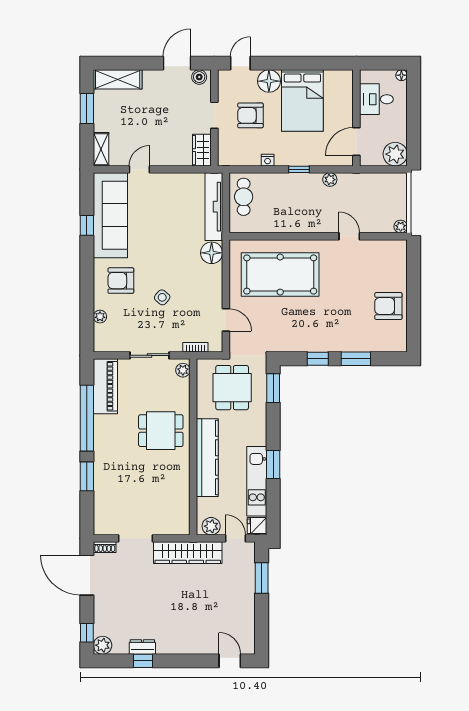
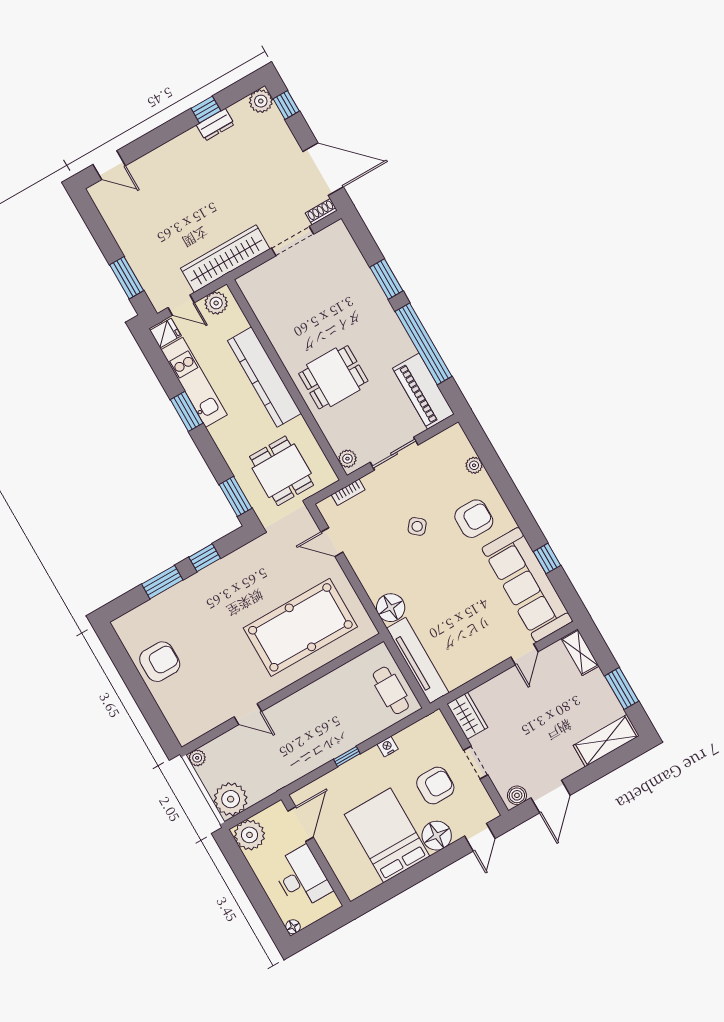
desk: (376, 99) -> (302, 878), width x1.37
plant: (330, 180) -> (231, 799), moved, width x1.87, depth x1.87

